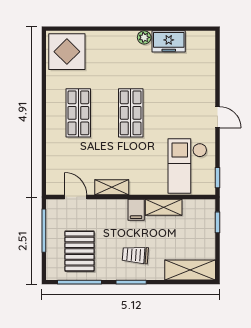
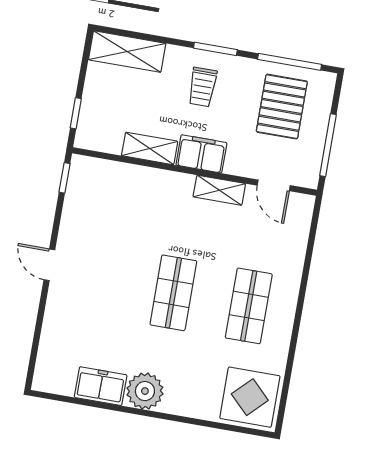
plant: (144, 37) -> (145, 391), width x1.88, depth x1.88
checkout: (187, 166) -> (105, 202), removed
filing cabinet: (136, 210) -> (201, 154), width x2.00
trolley: (135, 255) -> (202, 87), turned 86

